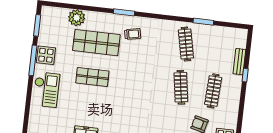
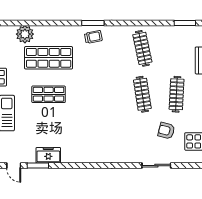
window: (124, 12) -> (93, 23), moved
window: (203, 22) -> (185, 23), moved
trolley: (133, 34) -> (93, 37), moved

